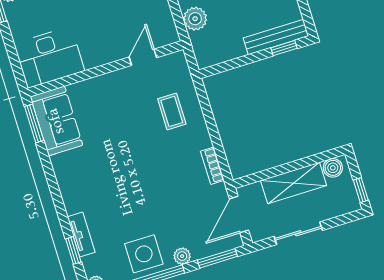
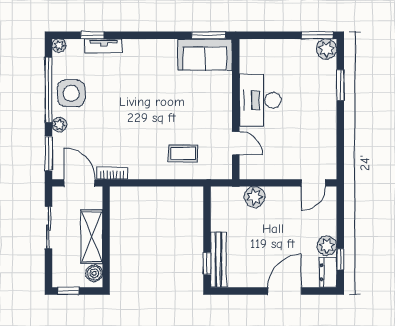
desk: (49, 57) -> (260, 100), moved
bookcase: (212, 166) -> (112, 173), moved

